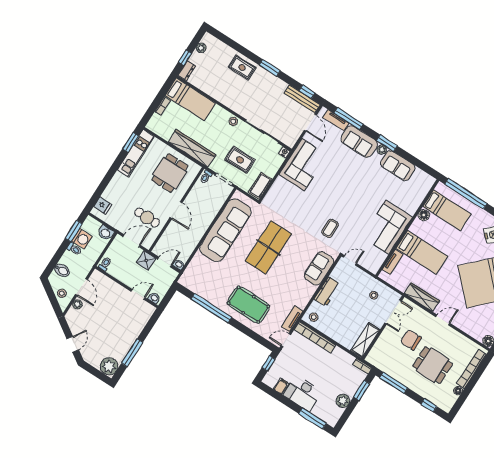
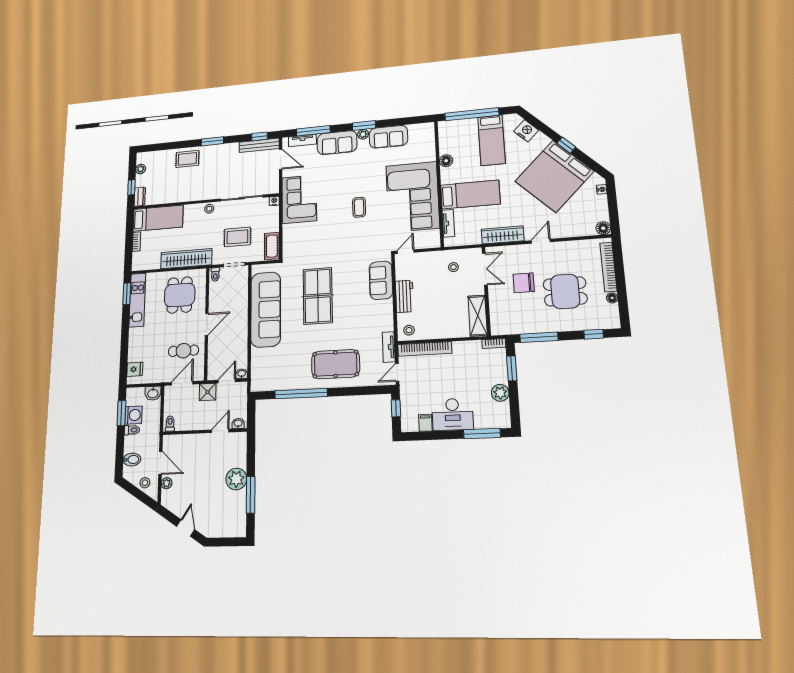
door: (176, 210) -> (207, 324), hinge flipped
bed: (447, 210) -> (492, 140), moved, turned 90
corner sofa: (387, 227) -> (413, 197), width x1.36, depth x1.36
coffee table: (330, 228) -> (359, 207), moved
plant: (109, 366) -> (236, 479), moved

